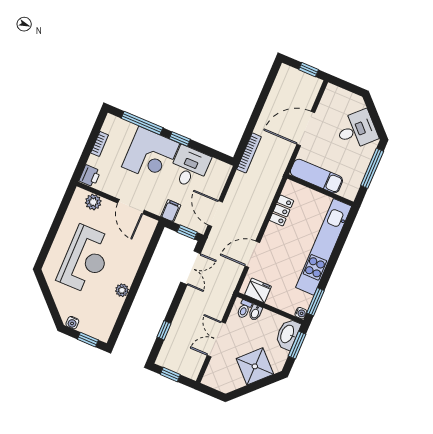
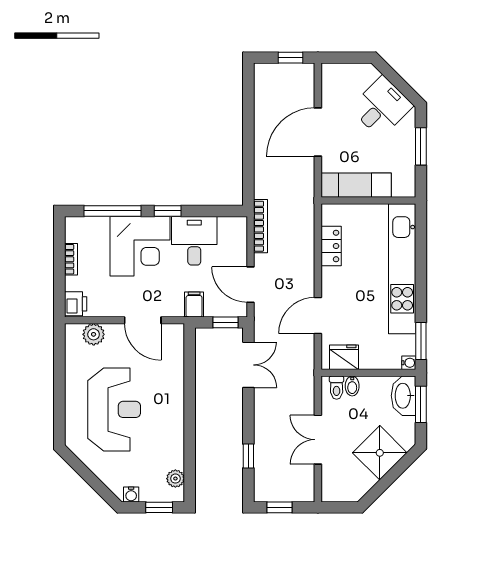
bookcase: (249, 153) -> (261, 226), moved
window: (372, 168) -> (421, 146), width x0.69
plant: (122, 290) -> (175, 479), moved

